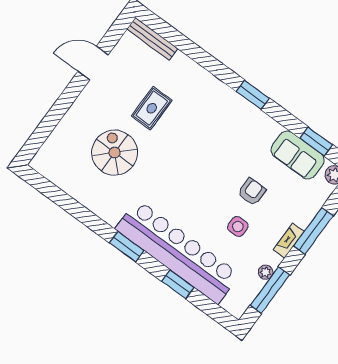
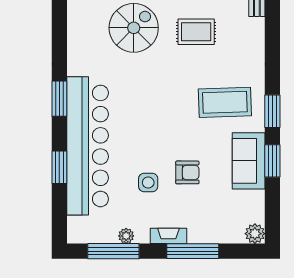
coffee table: (220, 125) -> (225, 102), added
window: (316, 141) -> (272, 161), moved
sofa: (297, 155) -> (249, 161), moved

